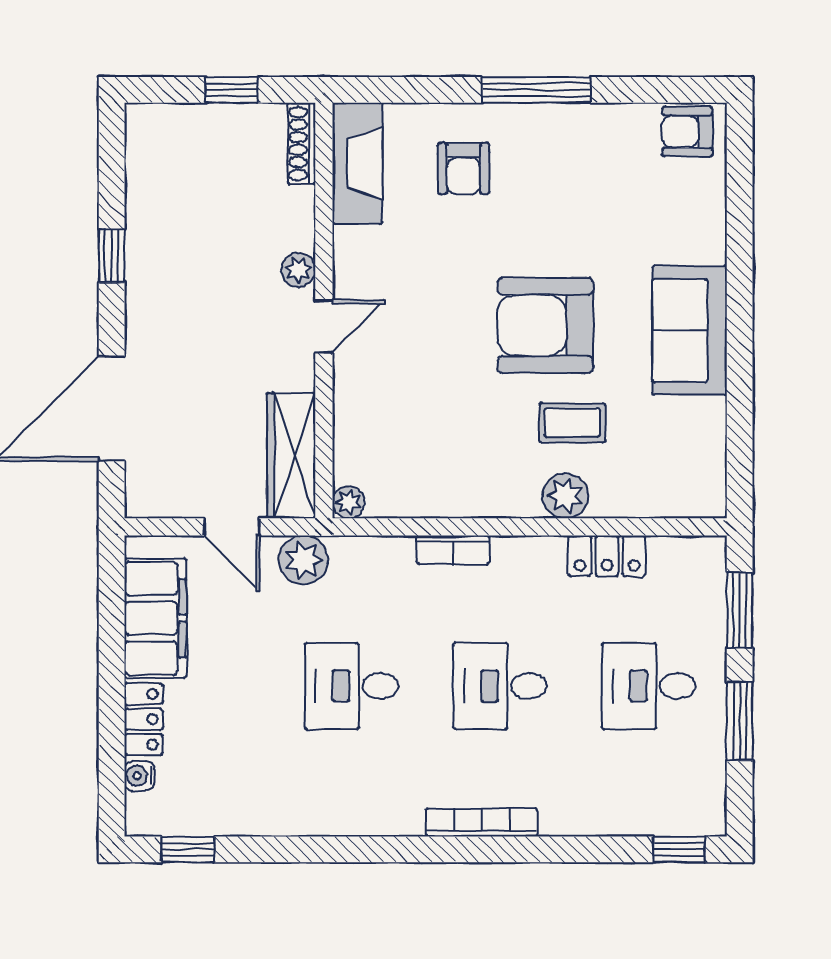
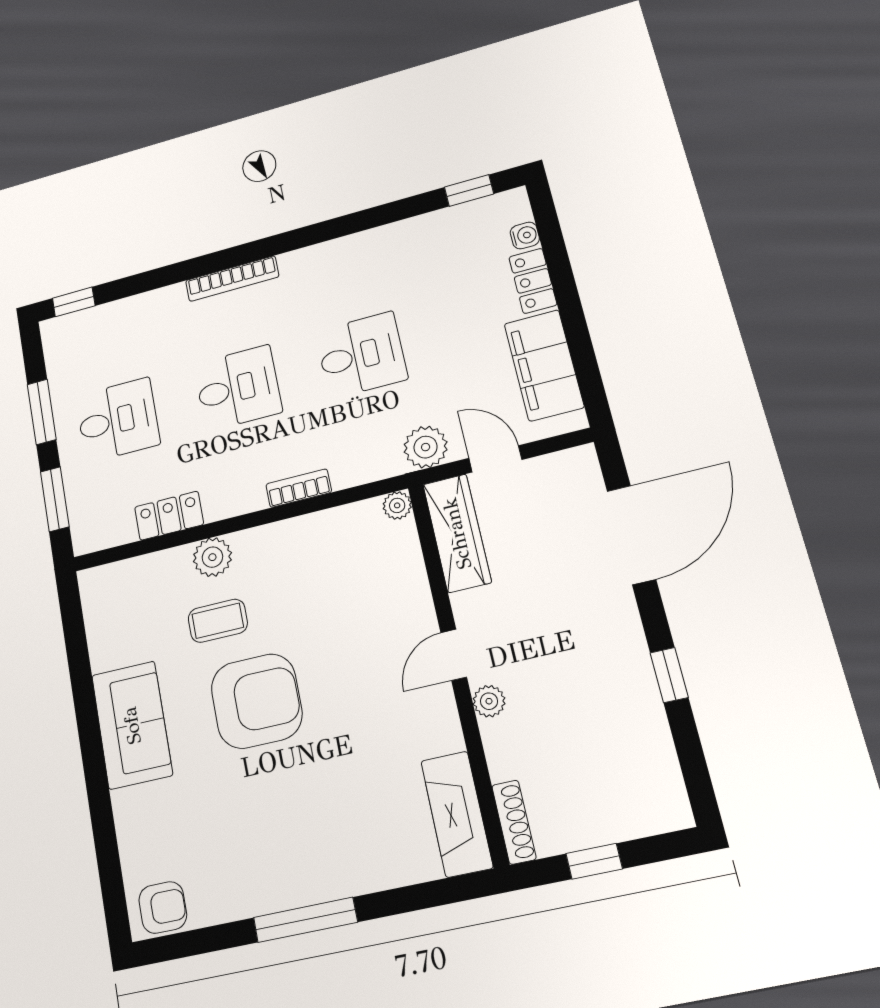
armchair: (464, 169) -> (357, 830), removed

